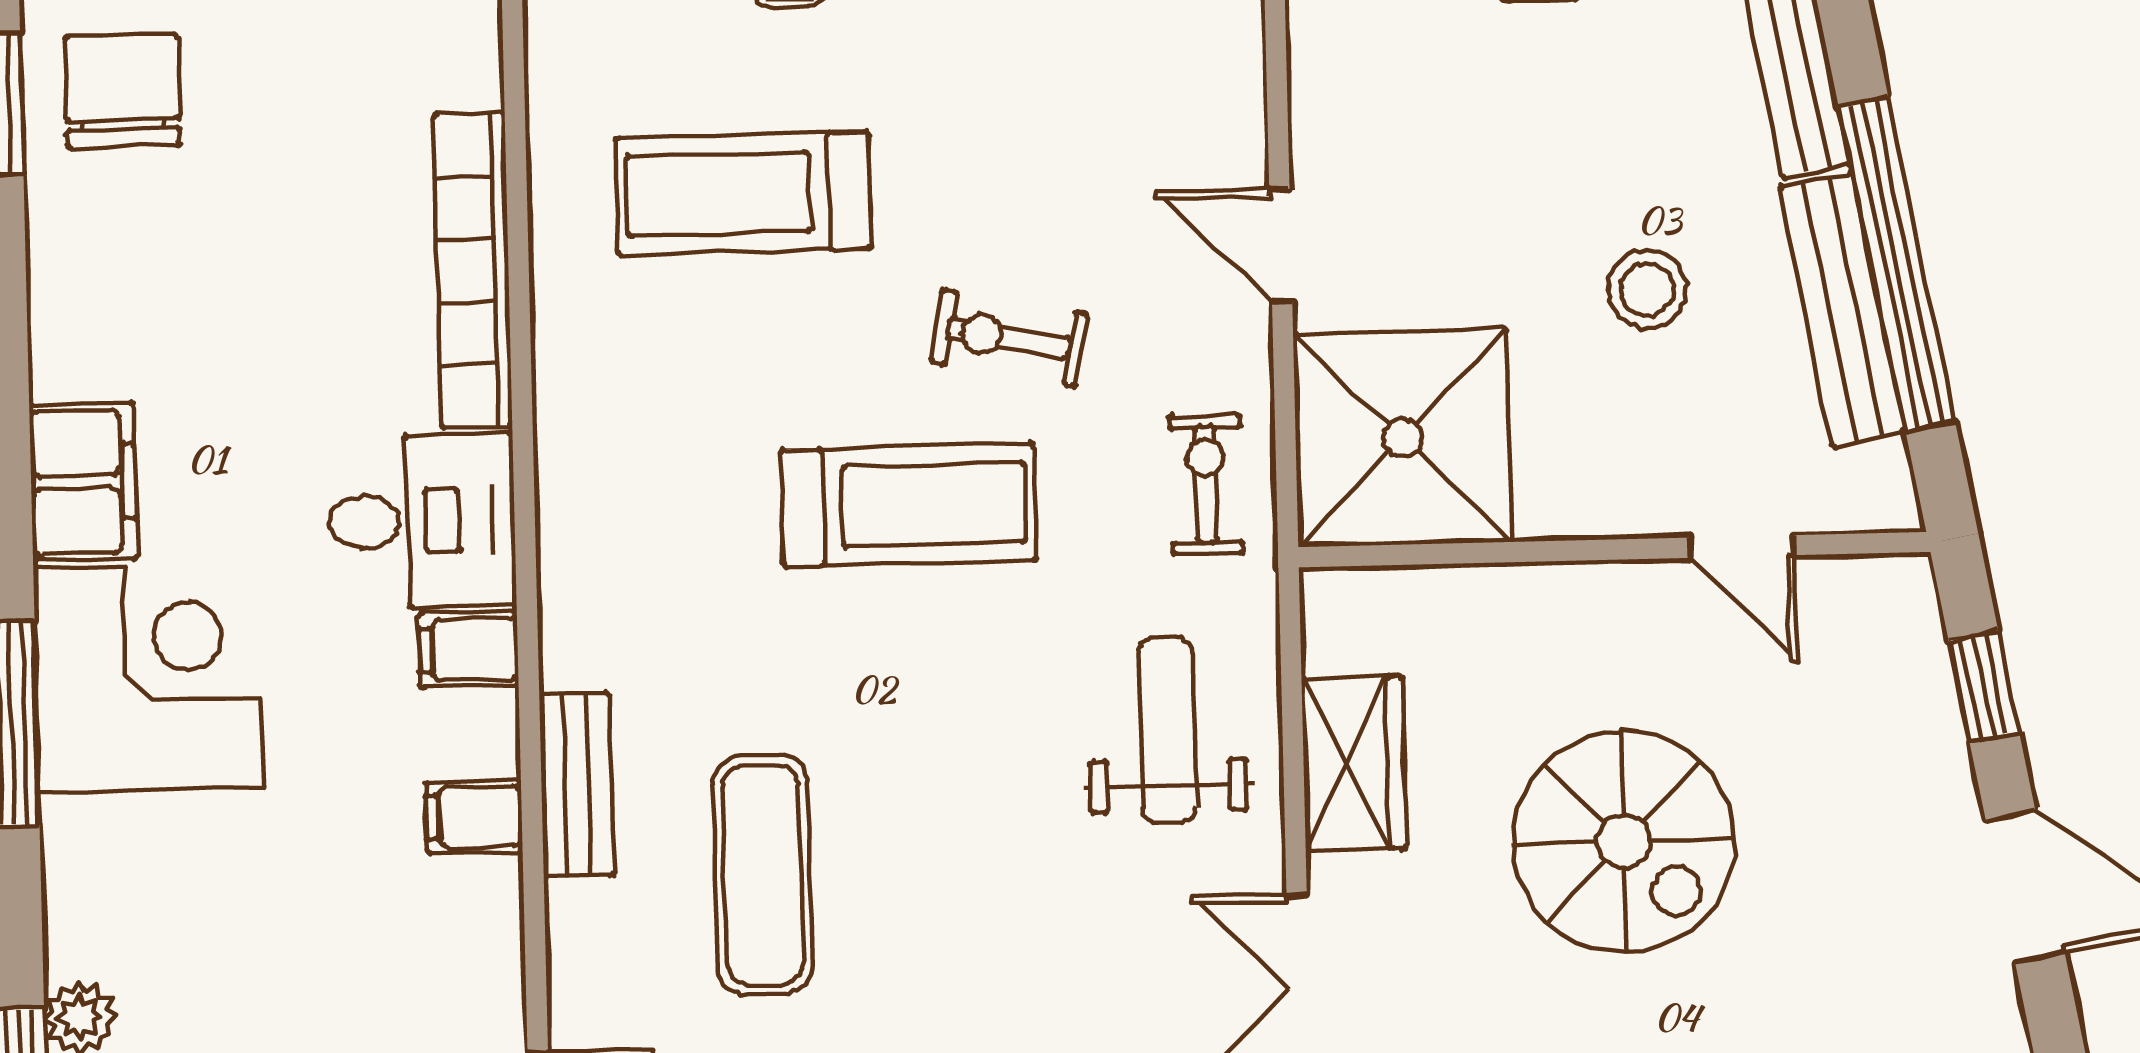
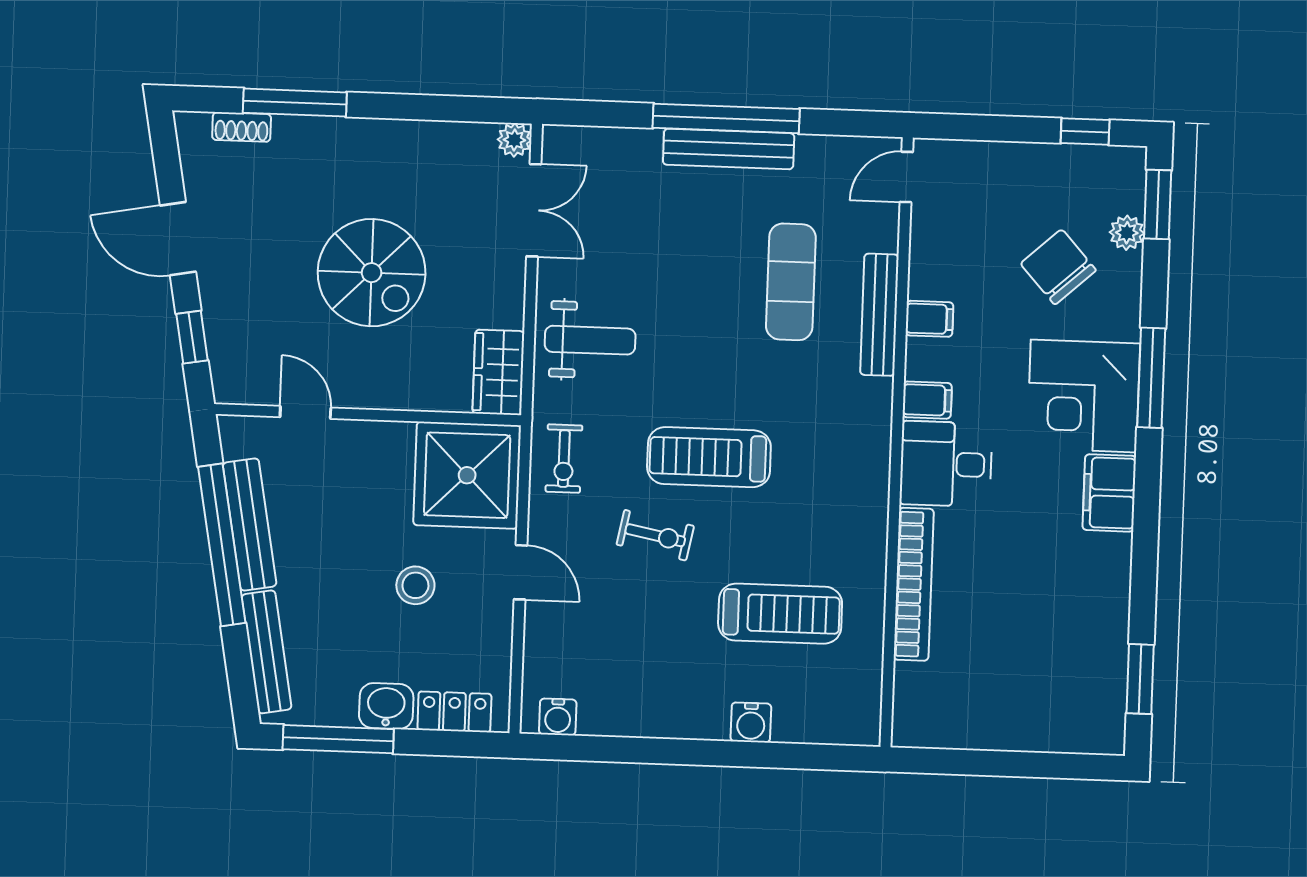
chair: (122, 91) -> (1058, 267), moved, turned 138
stool: (1647, 289) -> (415, 585), moved
weight bench: (1167, 730) -> (590, 340), turned -90
wardrobe: (1354, 763) -> (498, 372), moved
bench: (576, 785) -> (879, 315), width x1.36
spiral stairs: (1624, 841) -> (372, 273), turned 180

